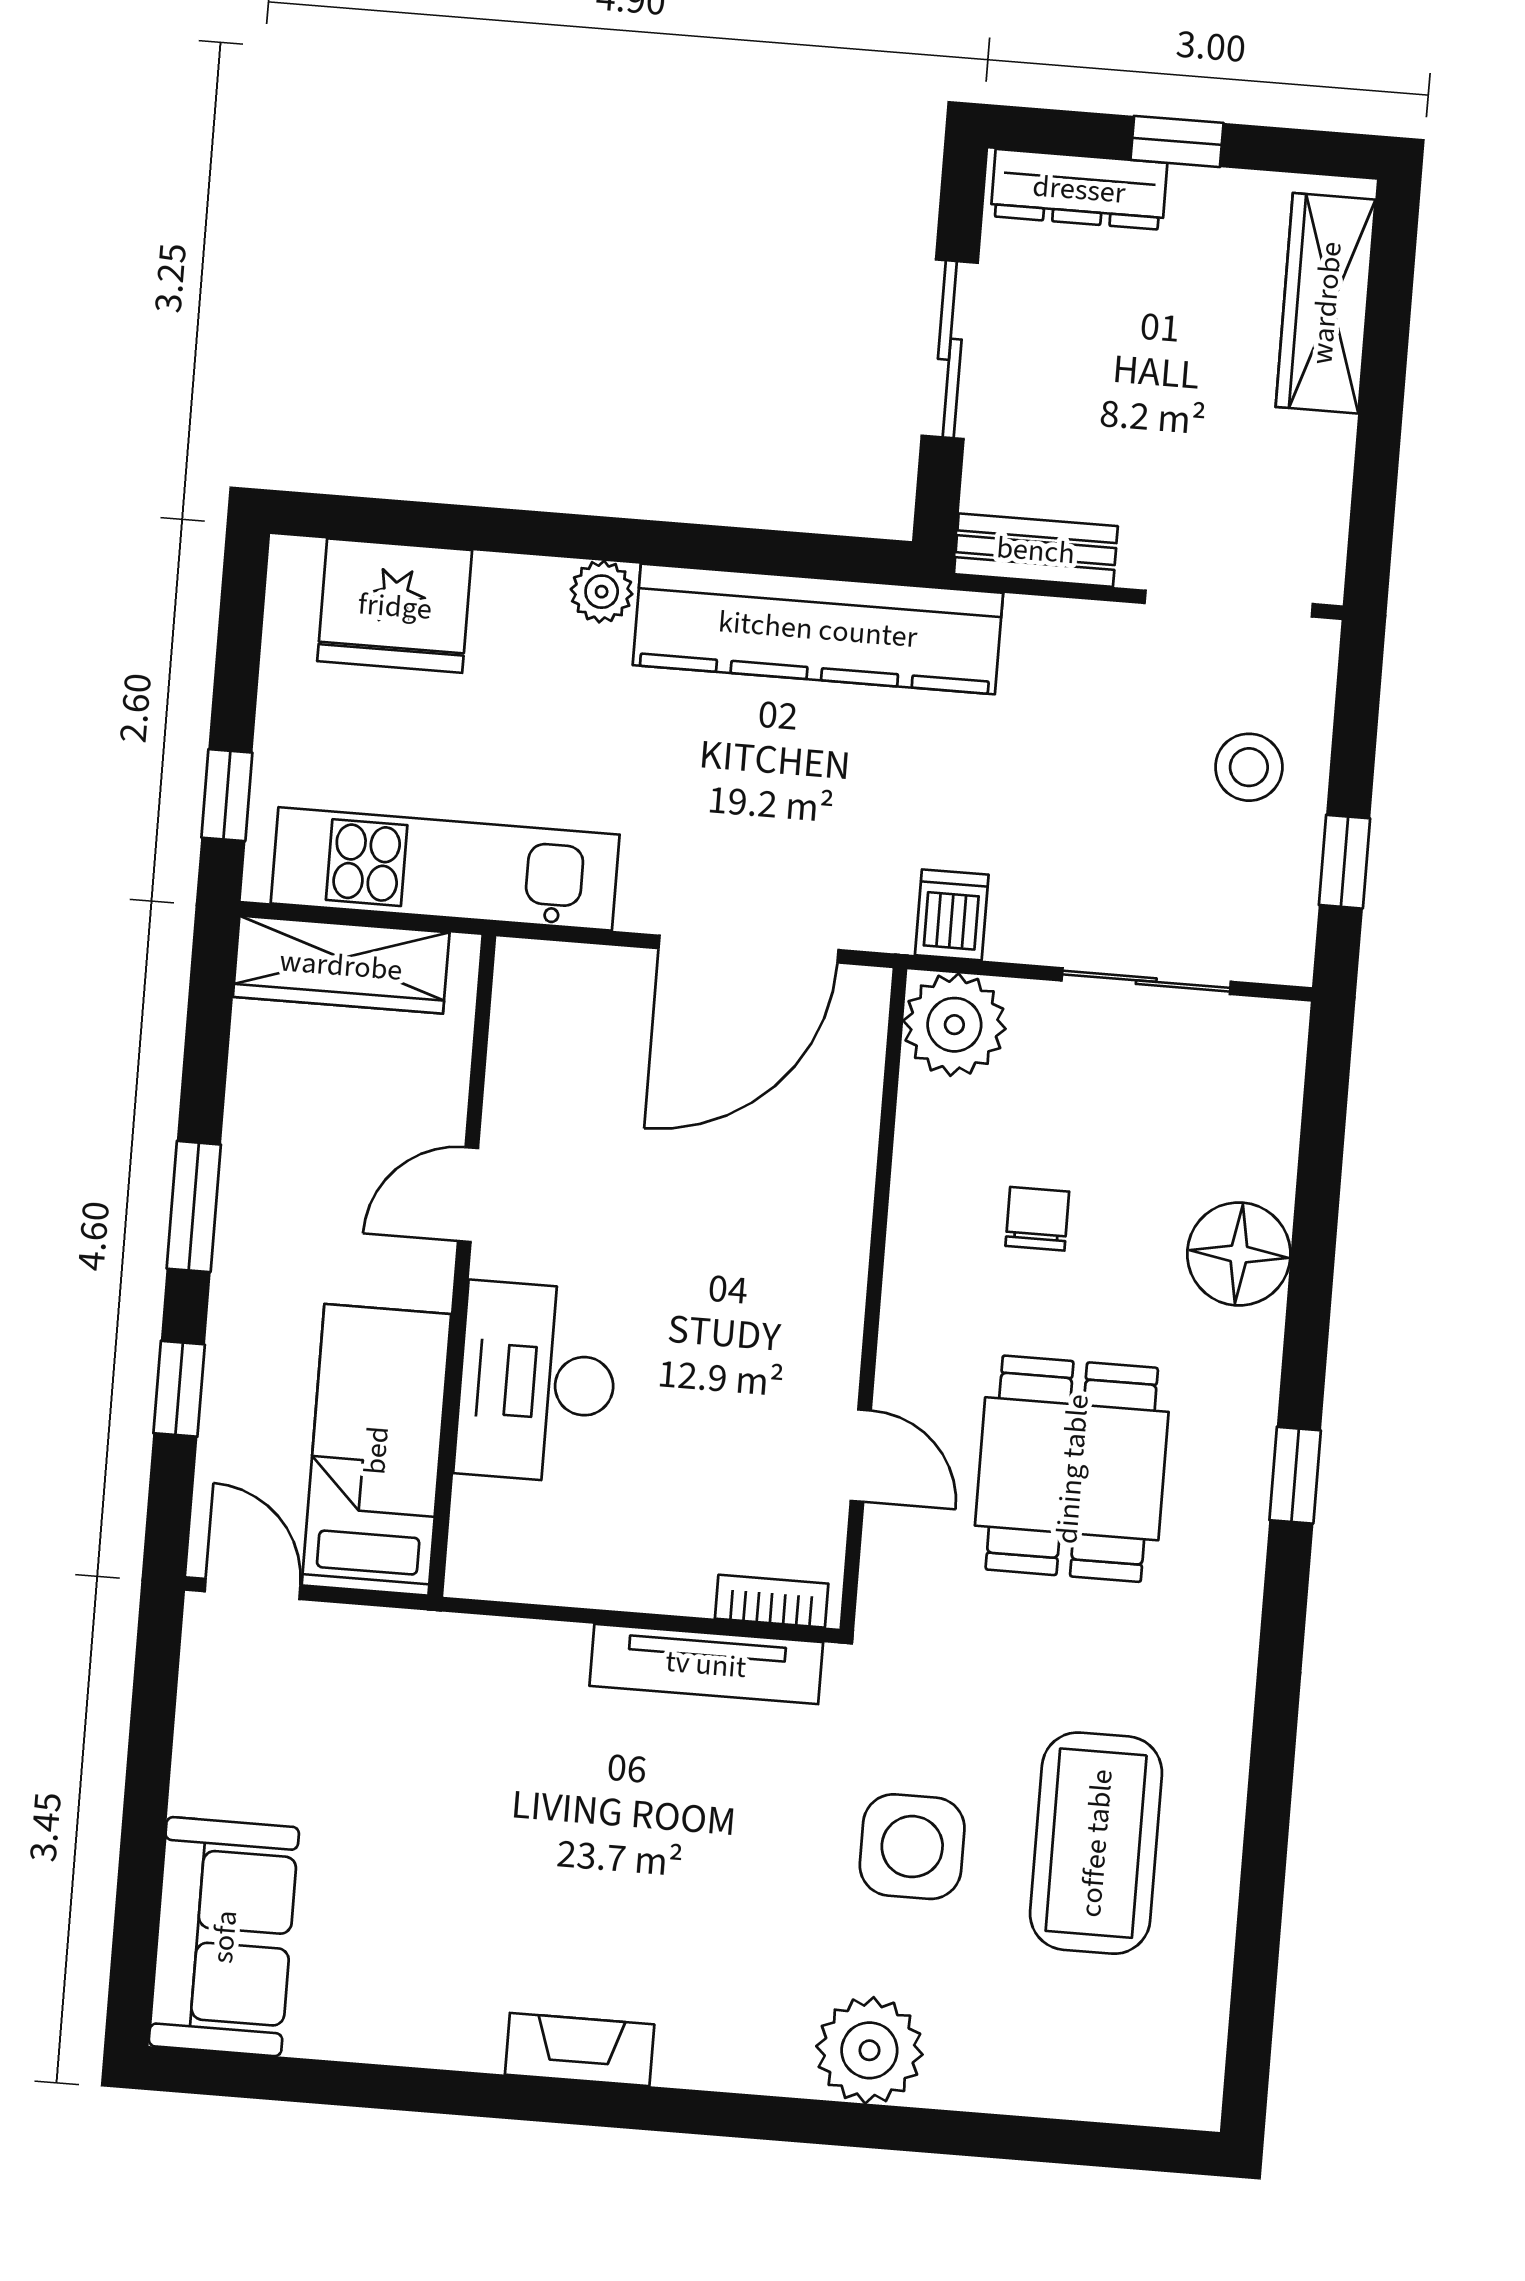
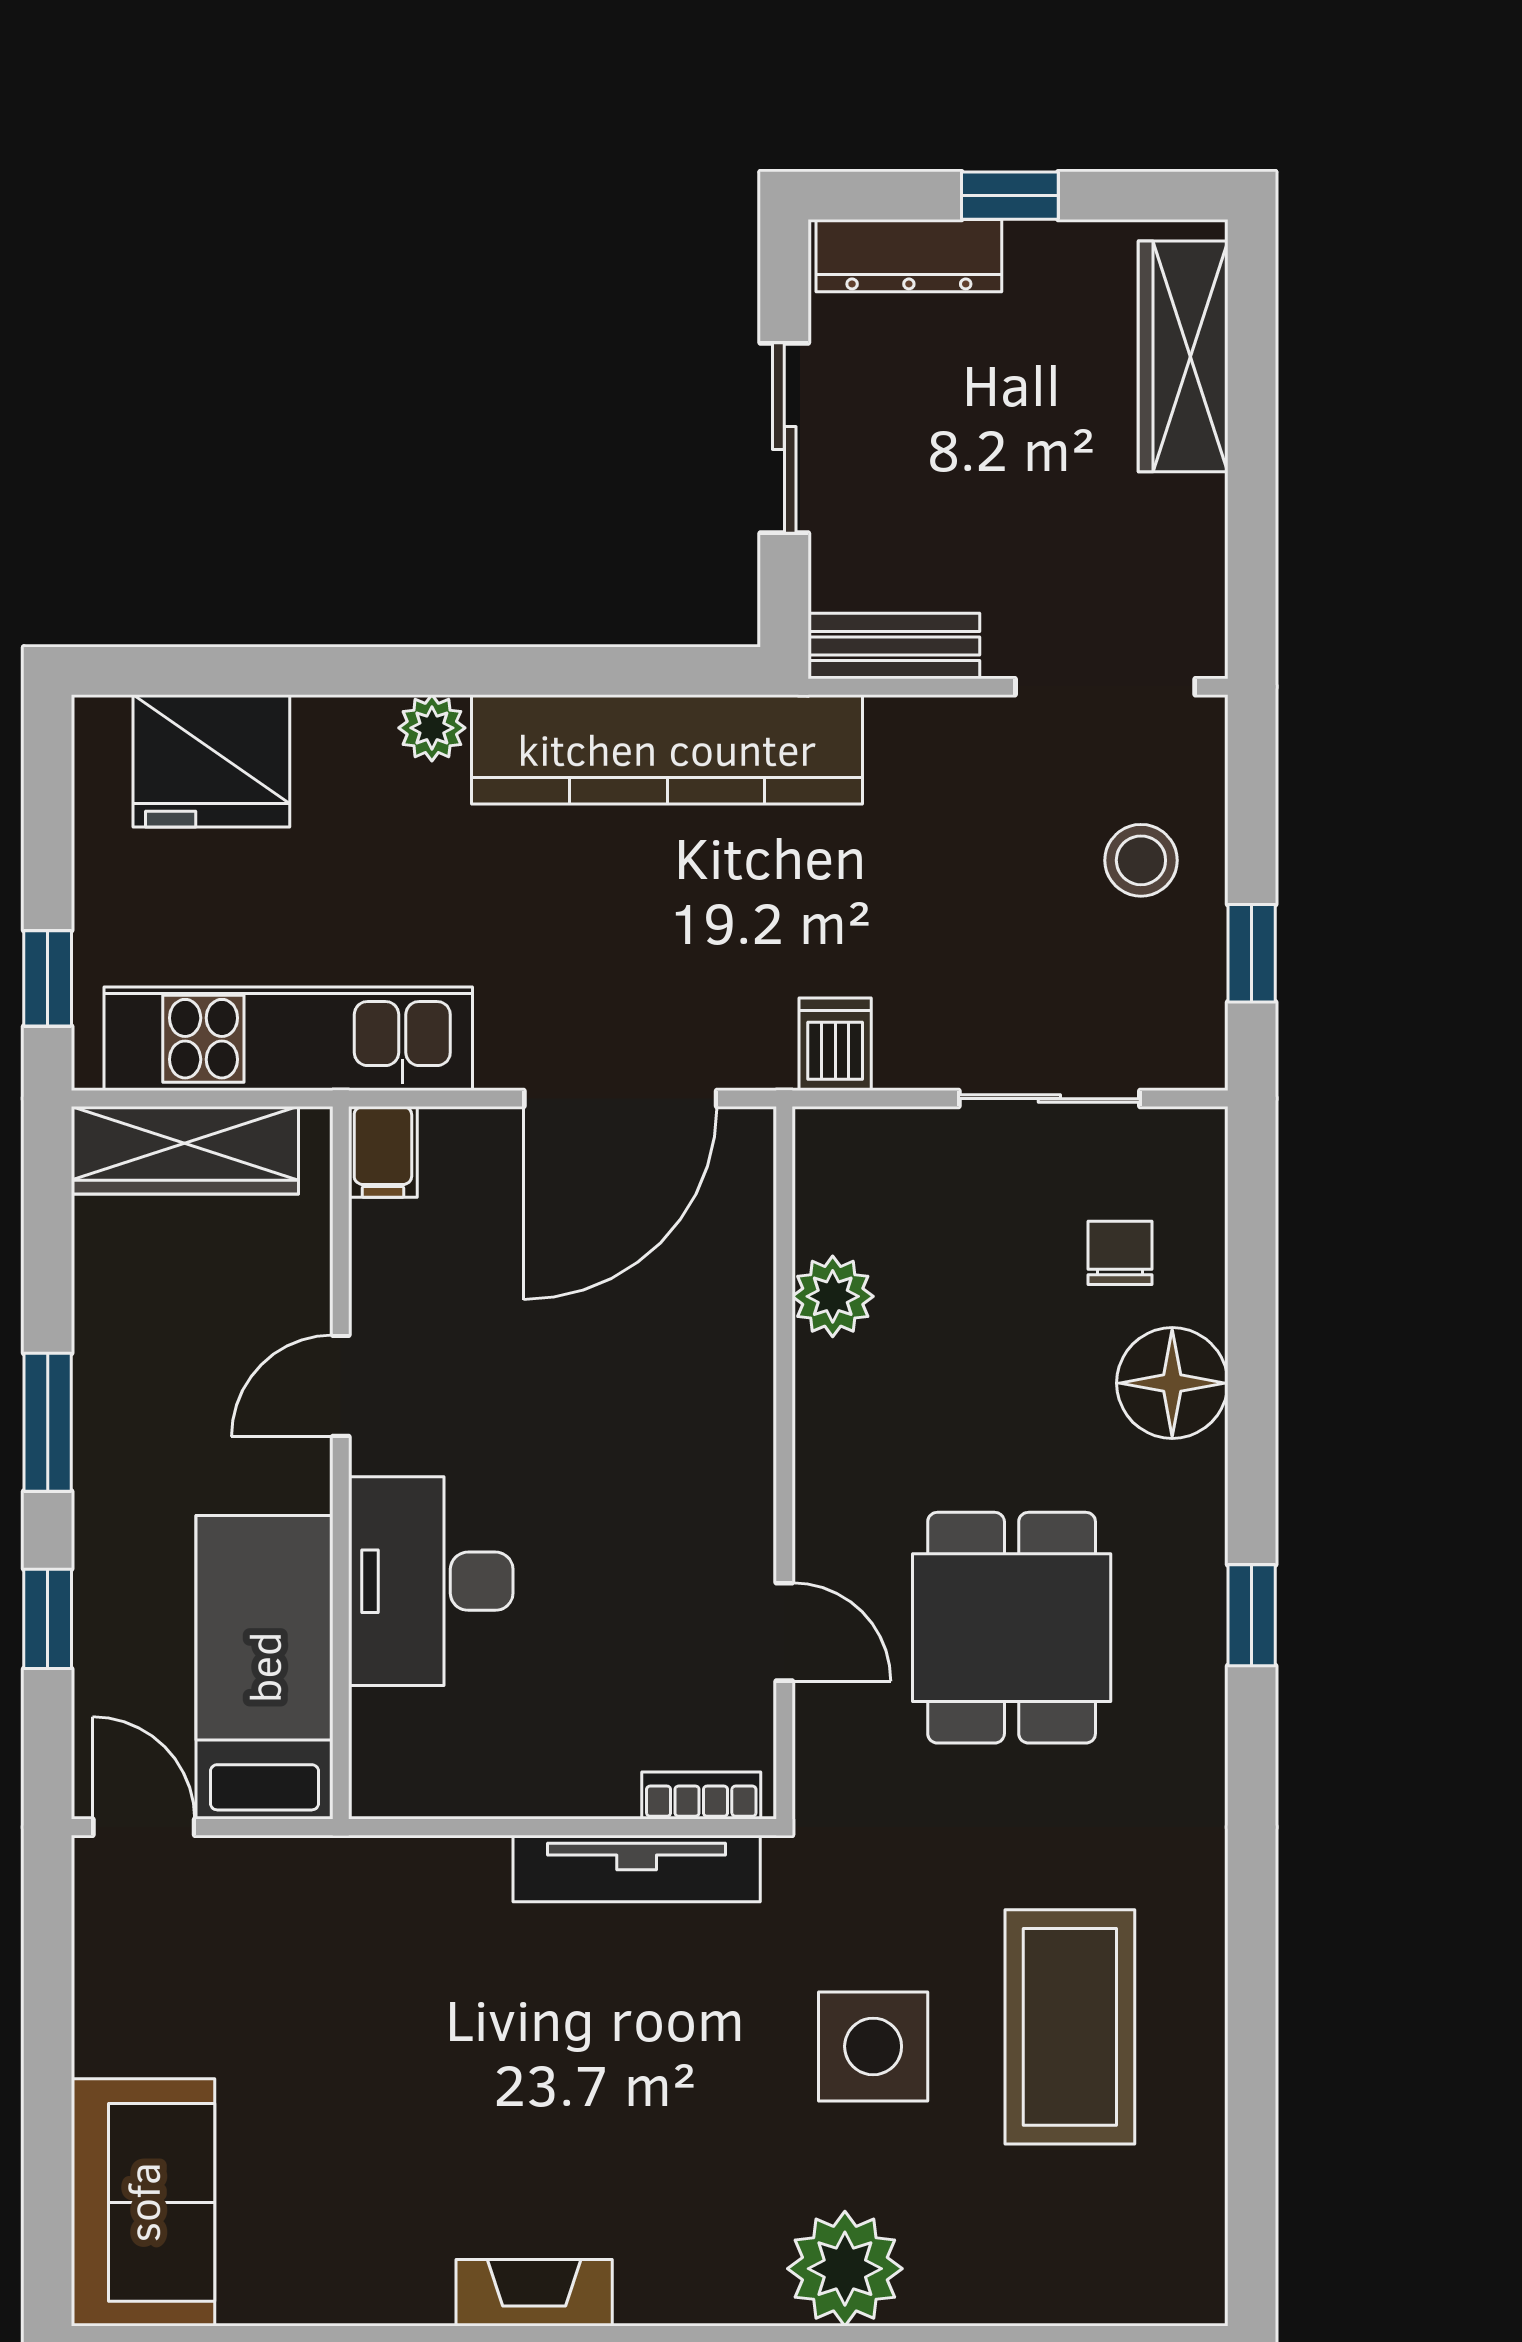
filing cabinet: (525, 981) -> (383, 1152), added
plant: (954, 1025) -> (833, 1296), moved, width x0.73, depth x0.73
chair: (1037, 1219) -> (1120, 1253), moved

